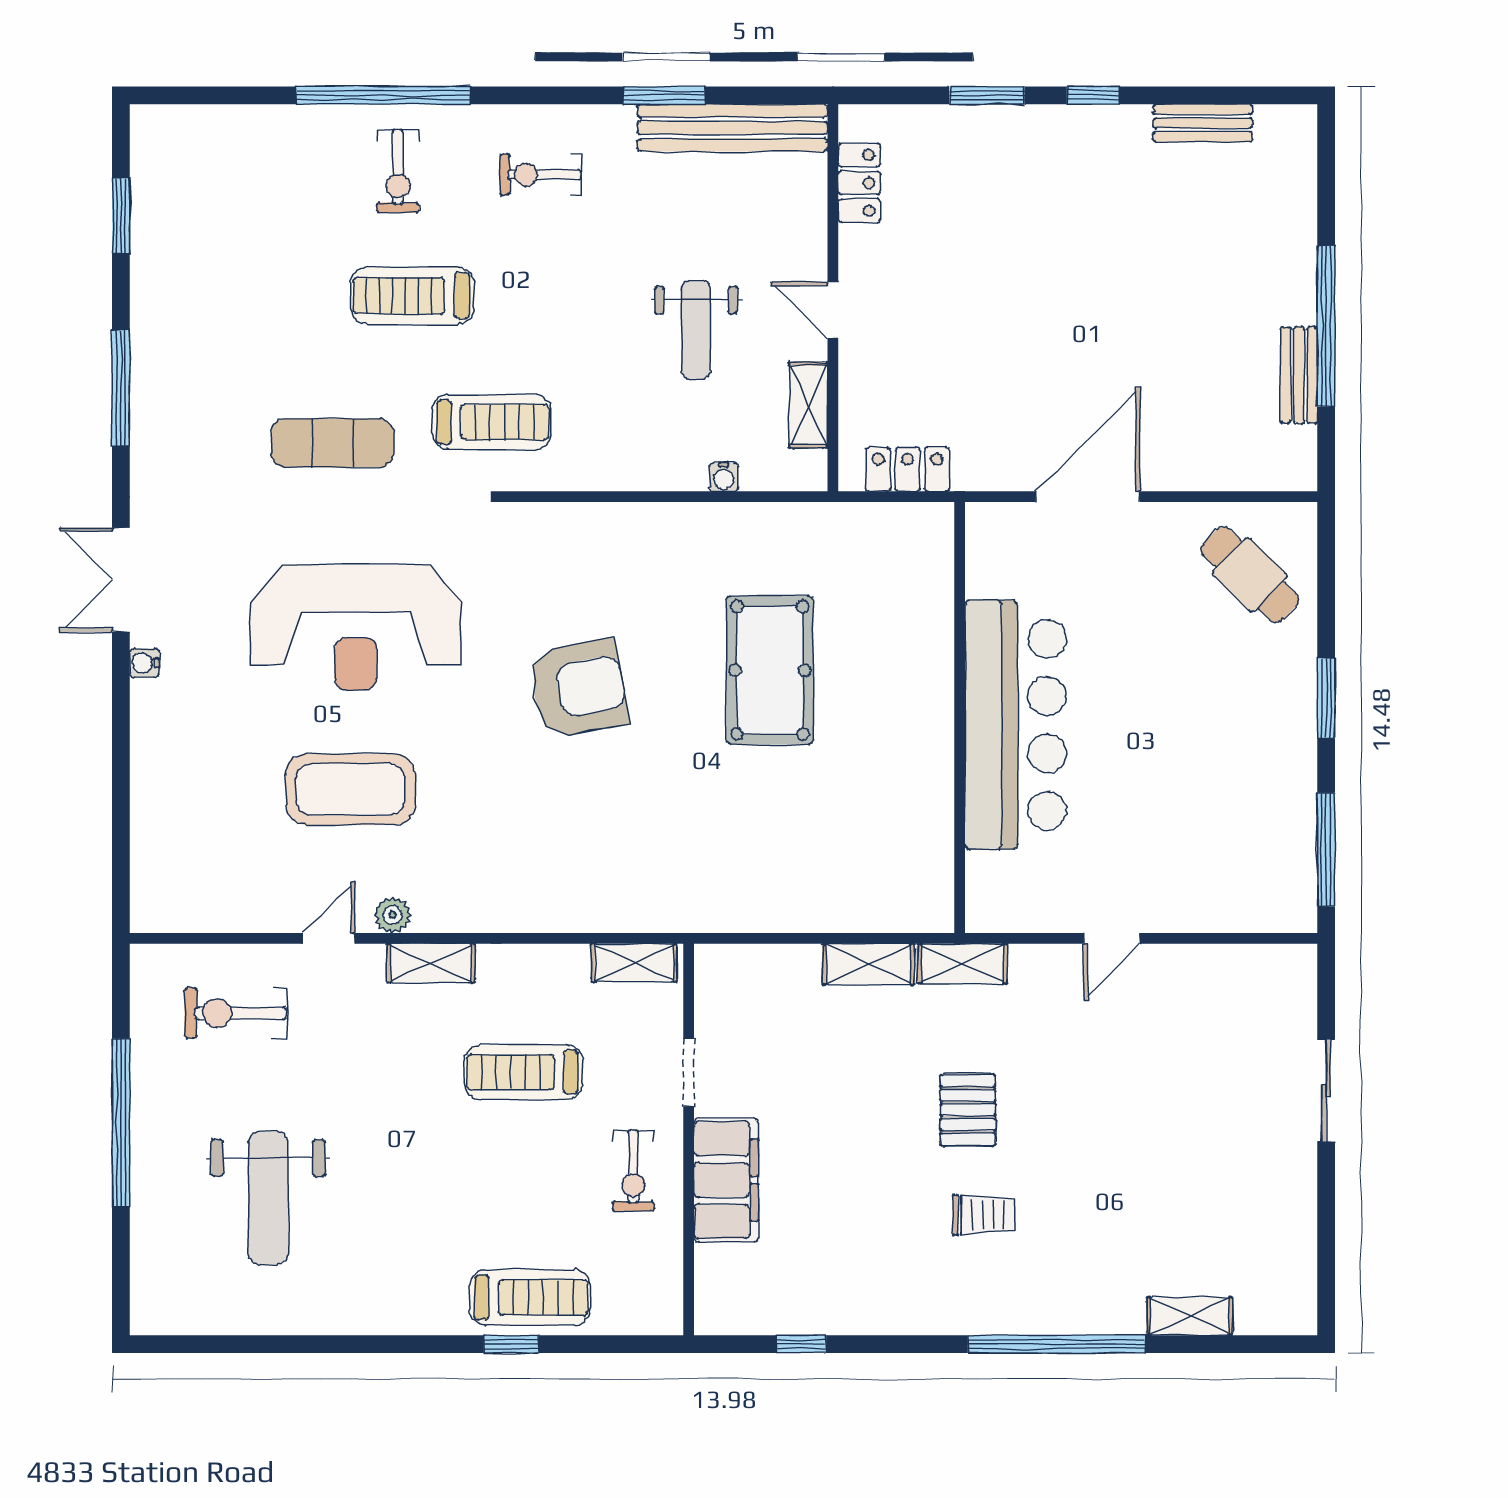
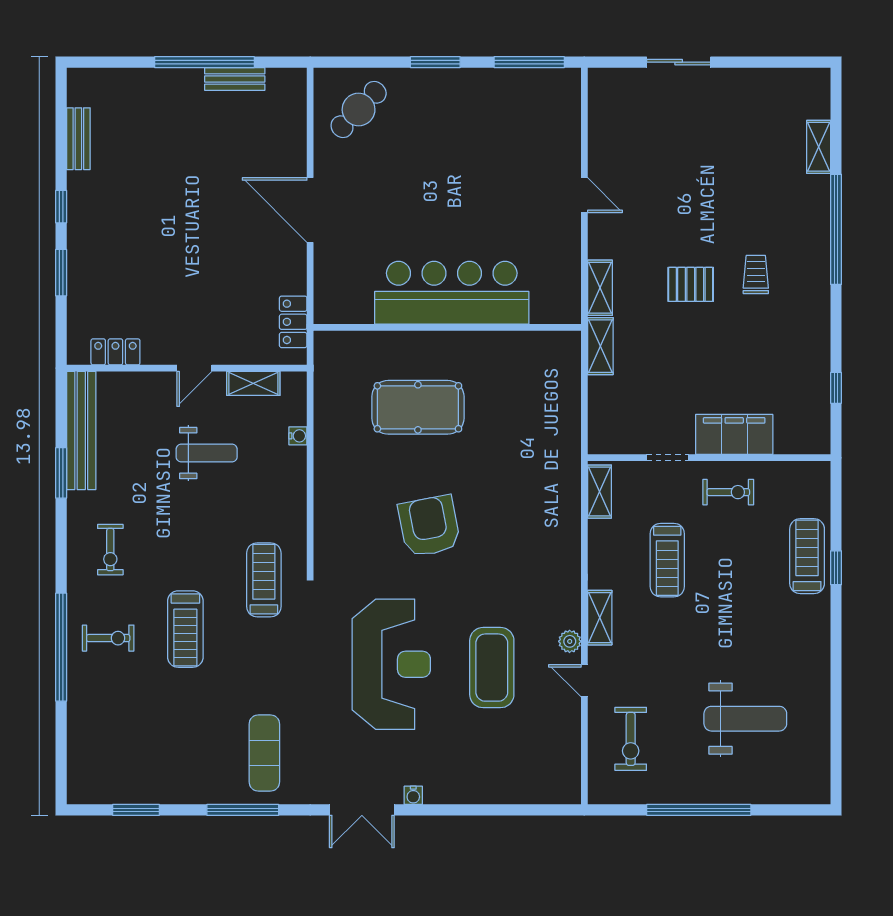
exercise mat: (332, 443) -> (264, 753), moved
wall: (960, 718) -> (447, 327), moved
bar counter: (1016, 725) -> (452, 293), moved

